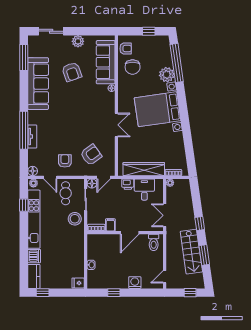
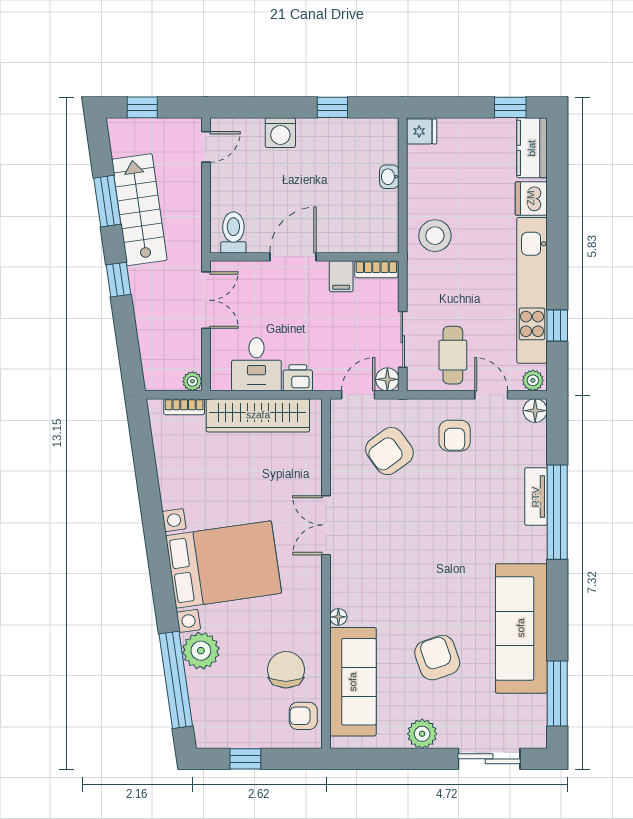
stool: (75, 219) -> (435, 236), moved

